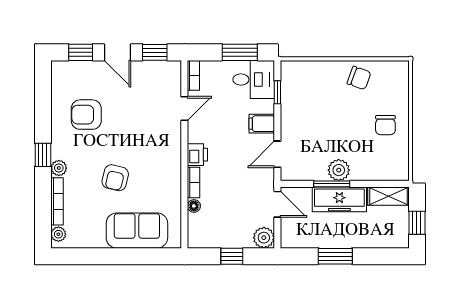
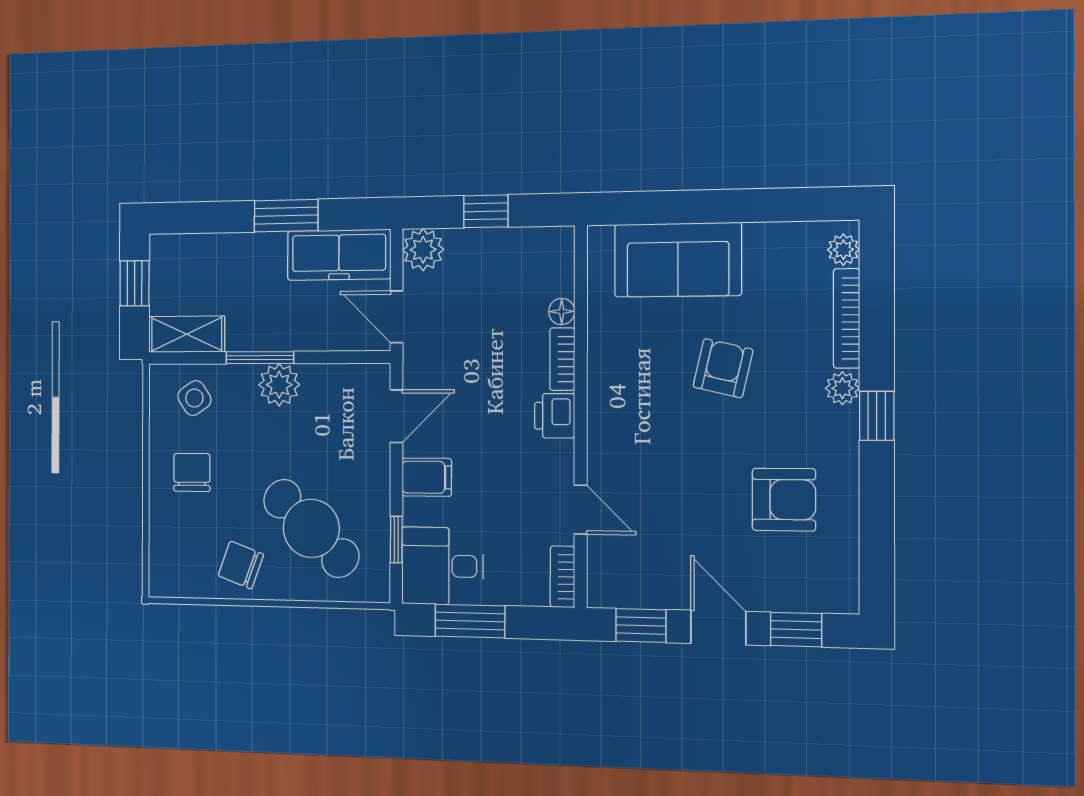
cafe table: (322, 97) -> (311, 528), added
door: (184, 109) -> (581, 510), swing flipped
side table: (384, 163) -> (194, 398), added
window: (332, 184) -> (260, 358), moved
freezer: (339, 199) -> (339, 255), moved, turned 180

